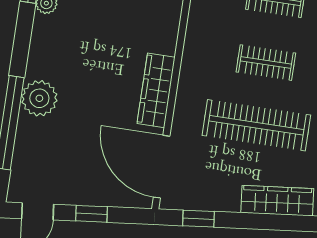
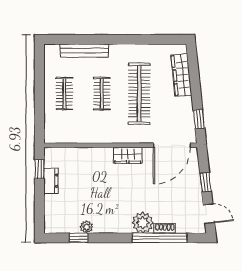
wardrobe: (156, 90) -> (128, 155), width x0.67
shoe rack: (24, 134) -> (165, 228), added

